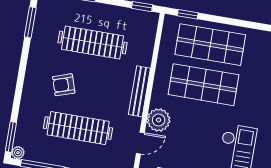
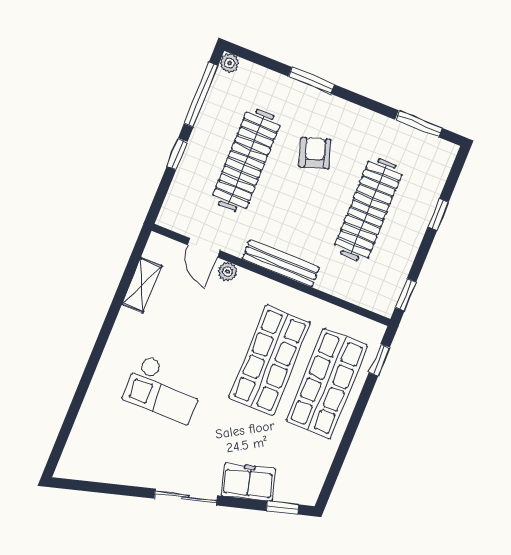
plant: (159, 120) -> (227, 271), width x0.53, depth x0.53
window: (11, 137) -> (311, 80), moved

